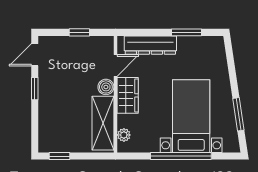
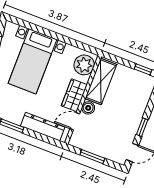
window: (79, 32) -> (92, 157), width x1.50
plant: (124, 135) -> (84, 65), width x1.87, depth x1.87
window: (181, 156) -> (52, 34), removed

